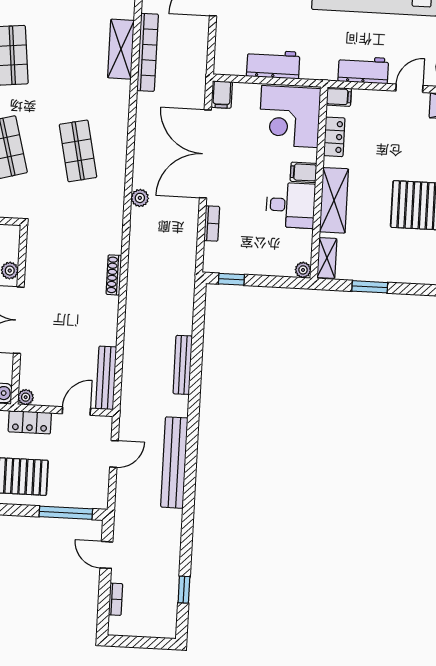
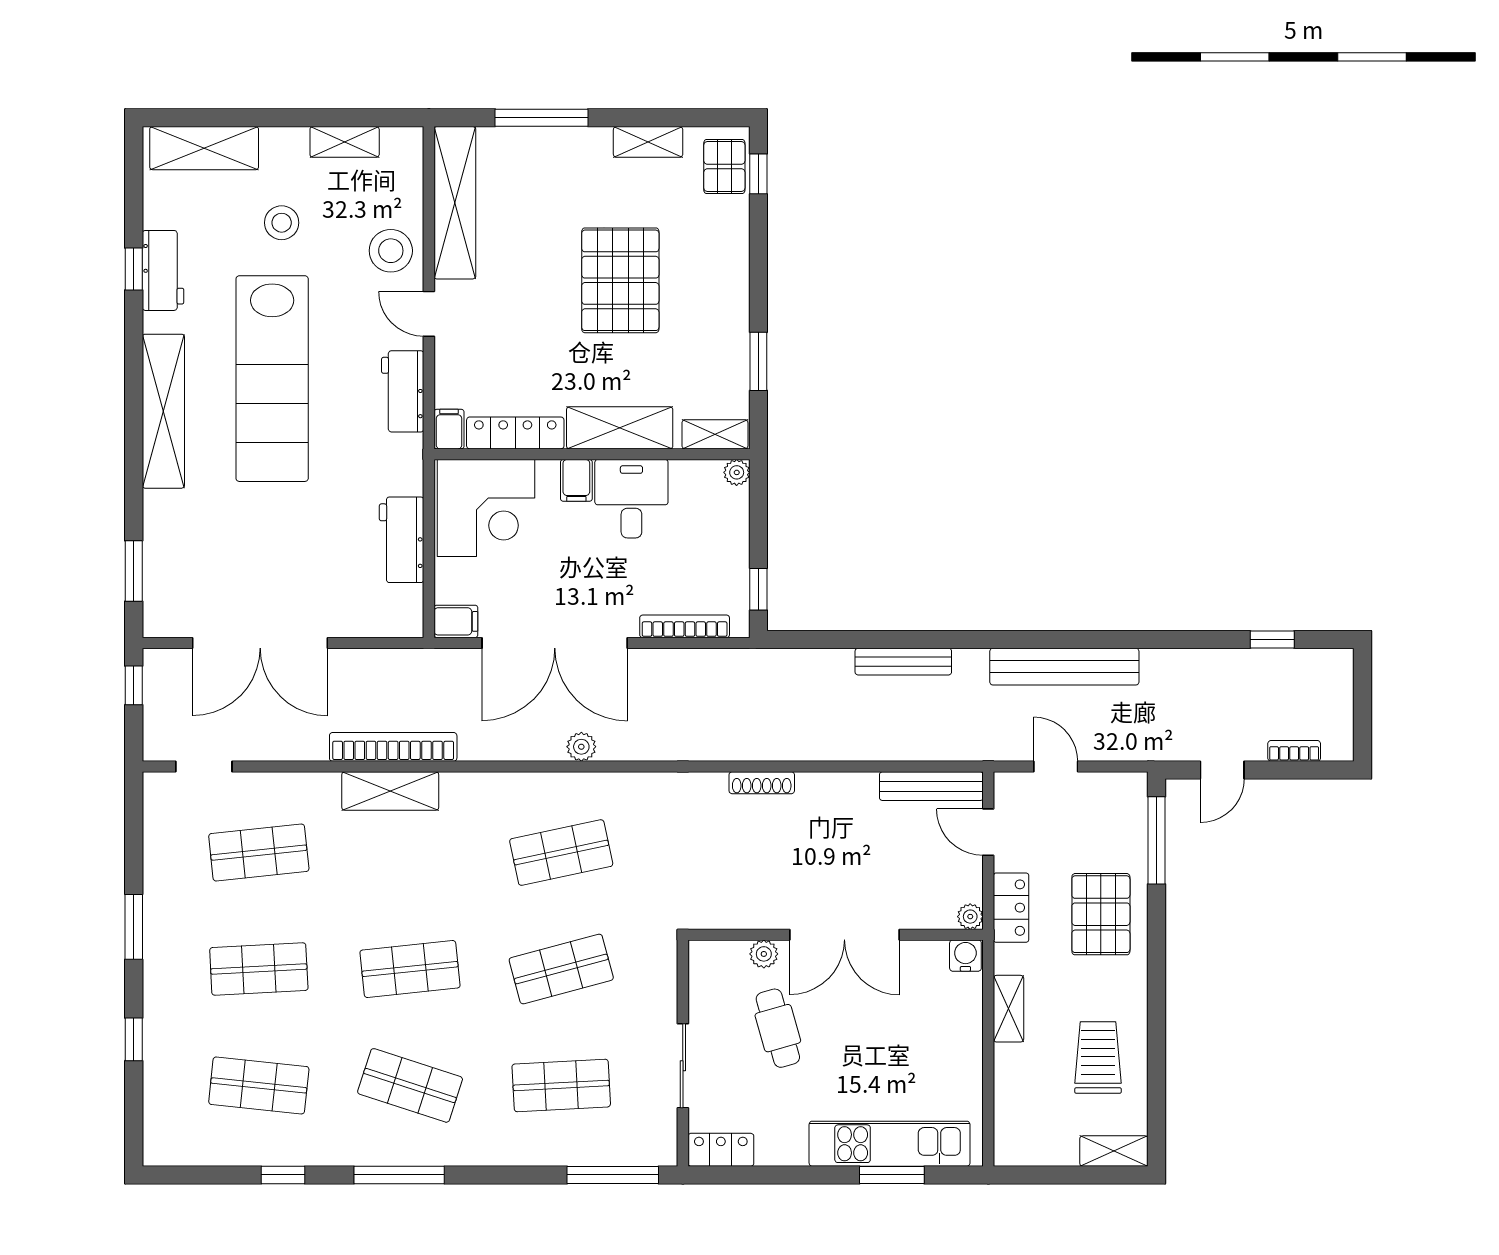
locker: (334, 137) -> (515, 433), width x1.53
plant: (140, 198) -> (581, 747), moved
bookcase: (212, 223) -> (685, 626), width x1.56

